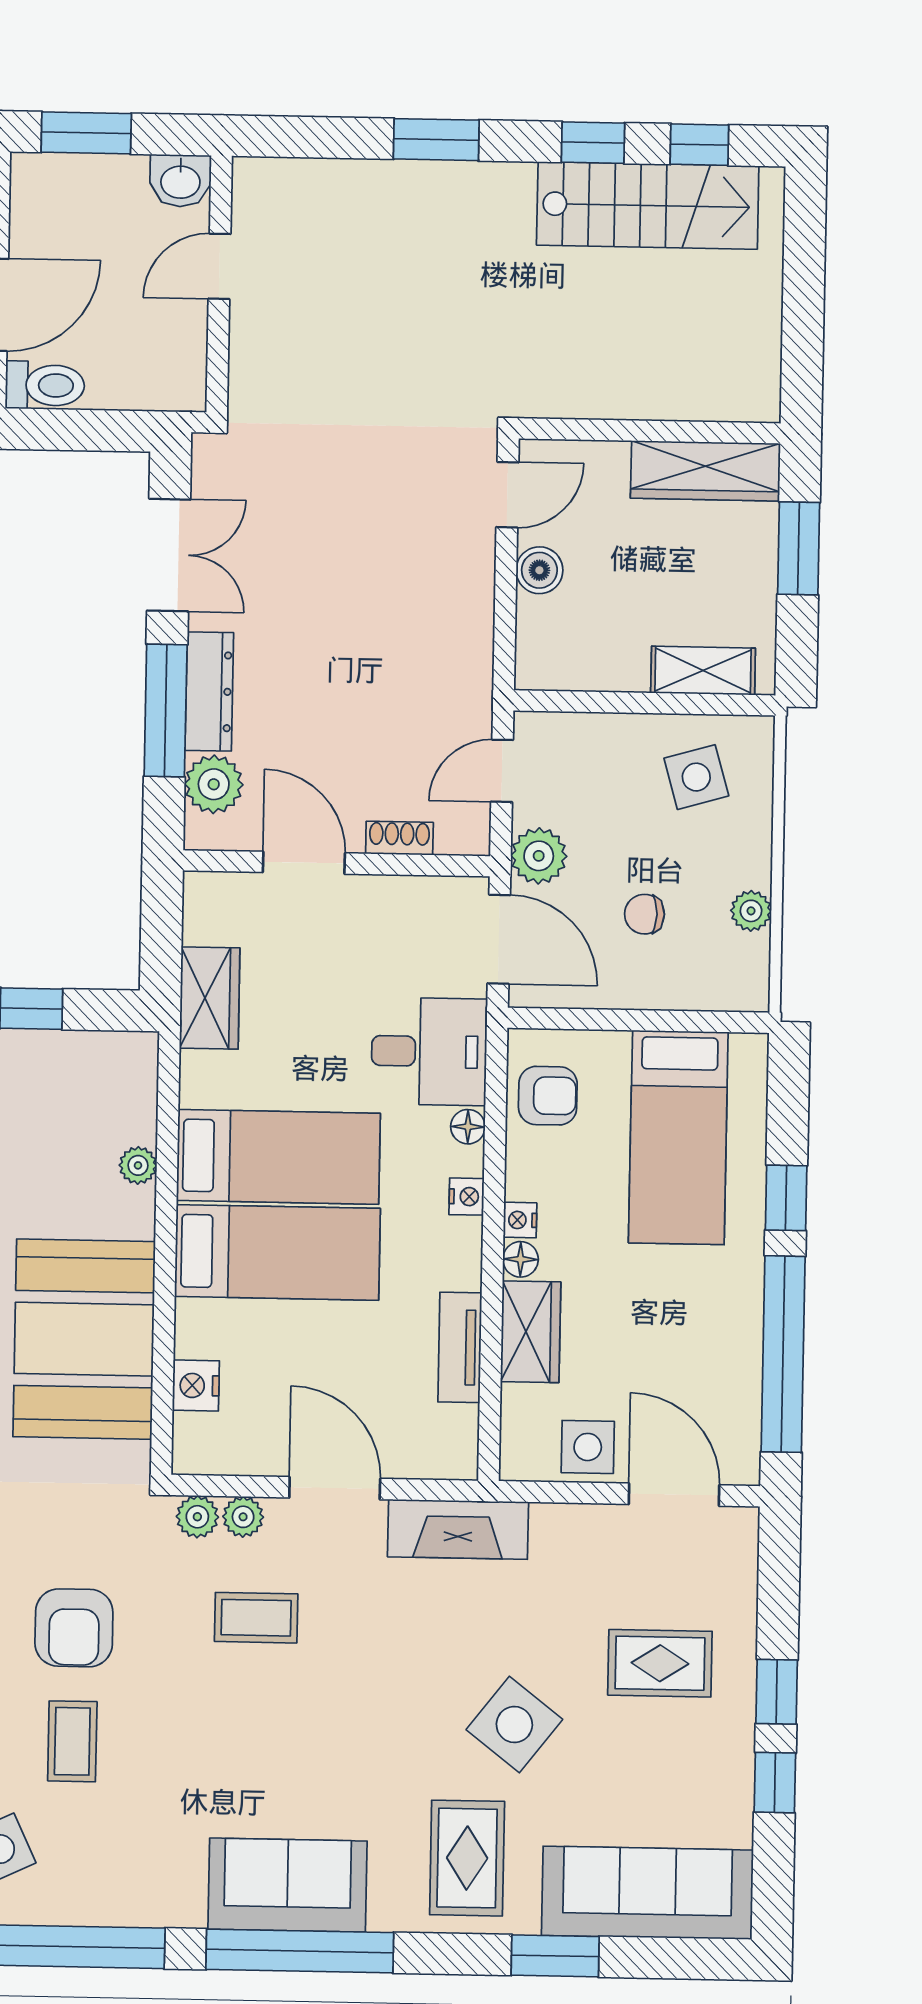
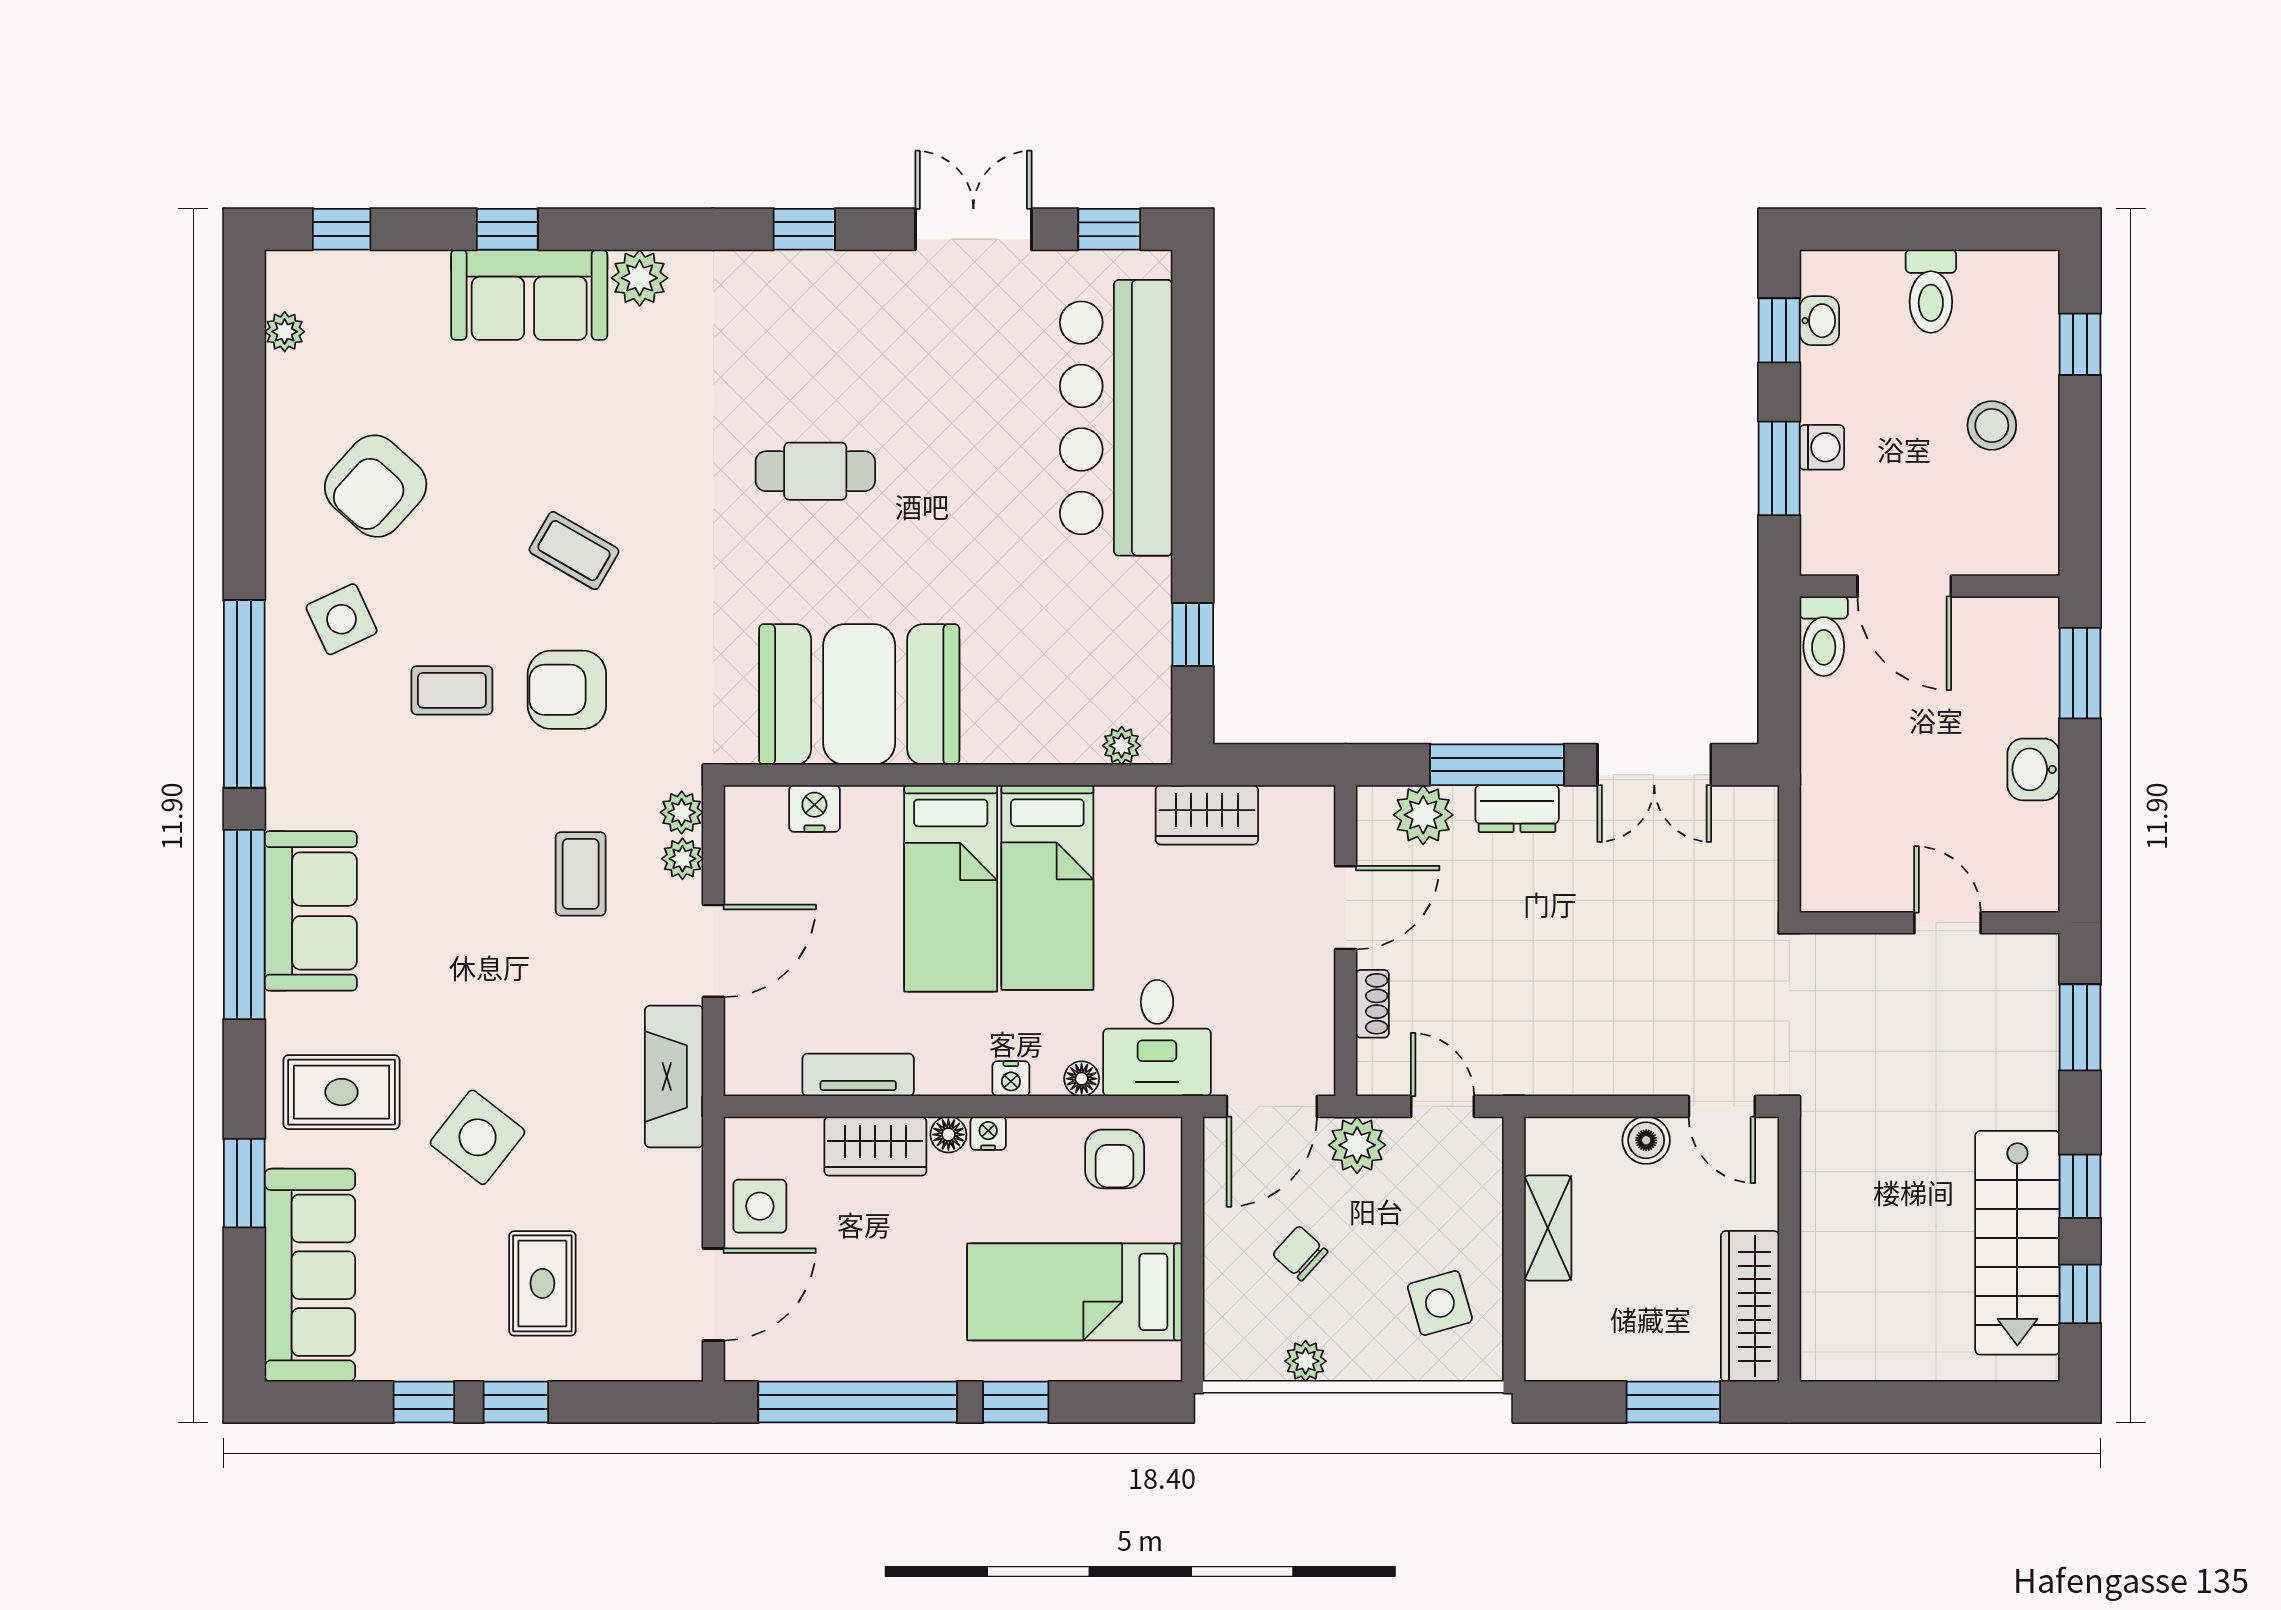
door: (219, 266) -> (1947, 923), moved
wall: (219, 284) -> (1930, 923), moved
shelving: (703, 671) -> (1548, 1228), moved
dresser: (209, 691) -> (1517, 809), width x0.70
chair: (644, 914) -> (1300, 1253), turned -48
plant: (138, 1165) -> (1122, 746), moved

